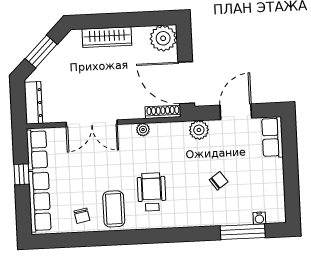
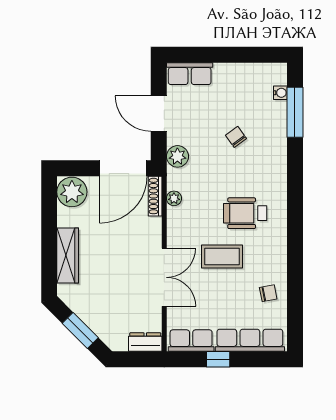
dresser: (33, 103) -> (145, 342), width x0.70
plant: (143, 130) -> (174, 198), moved
coffee table: (114, 209) -> (222, 256), moved

